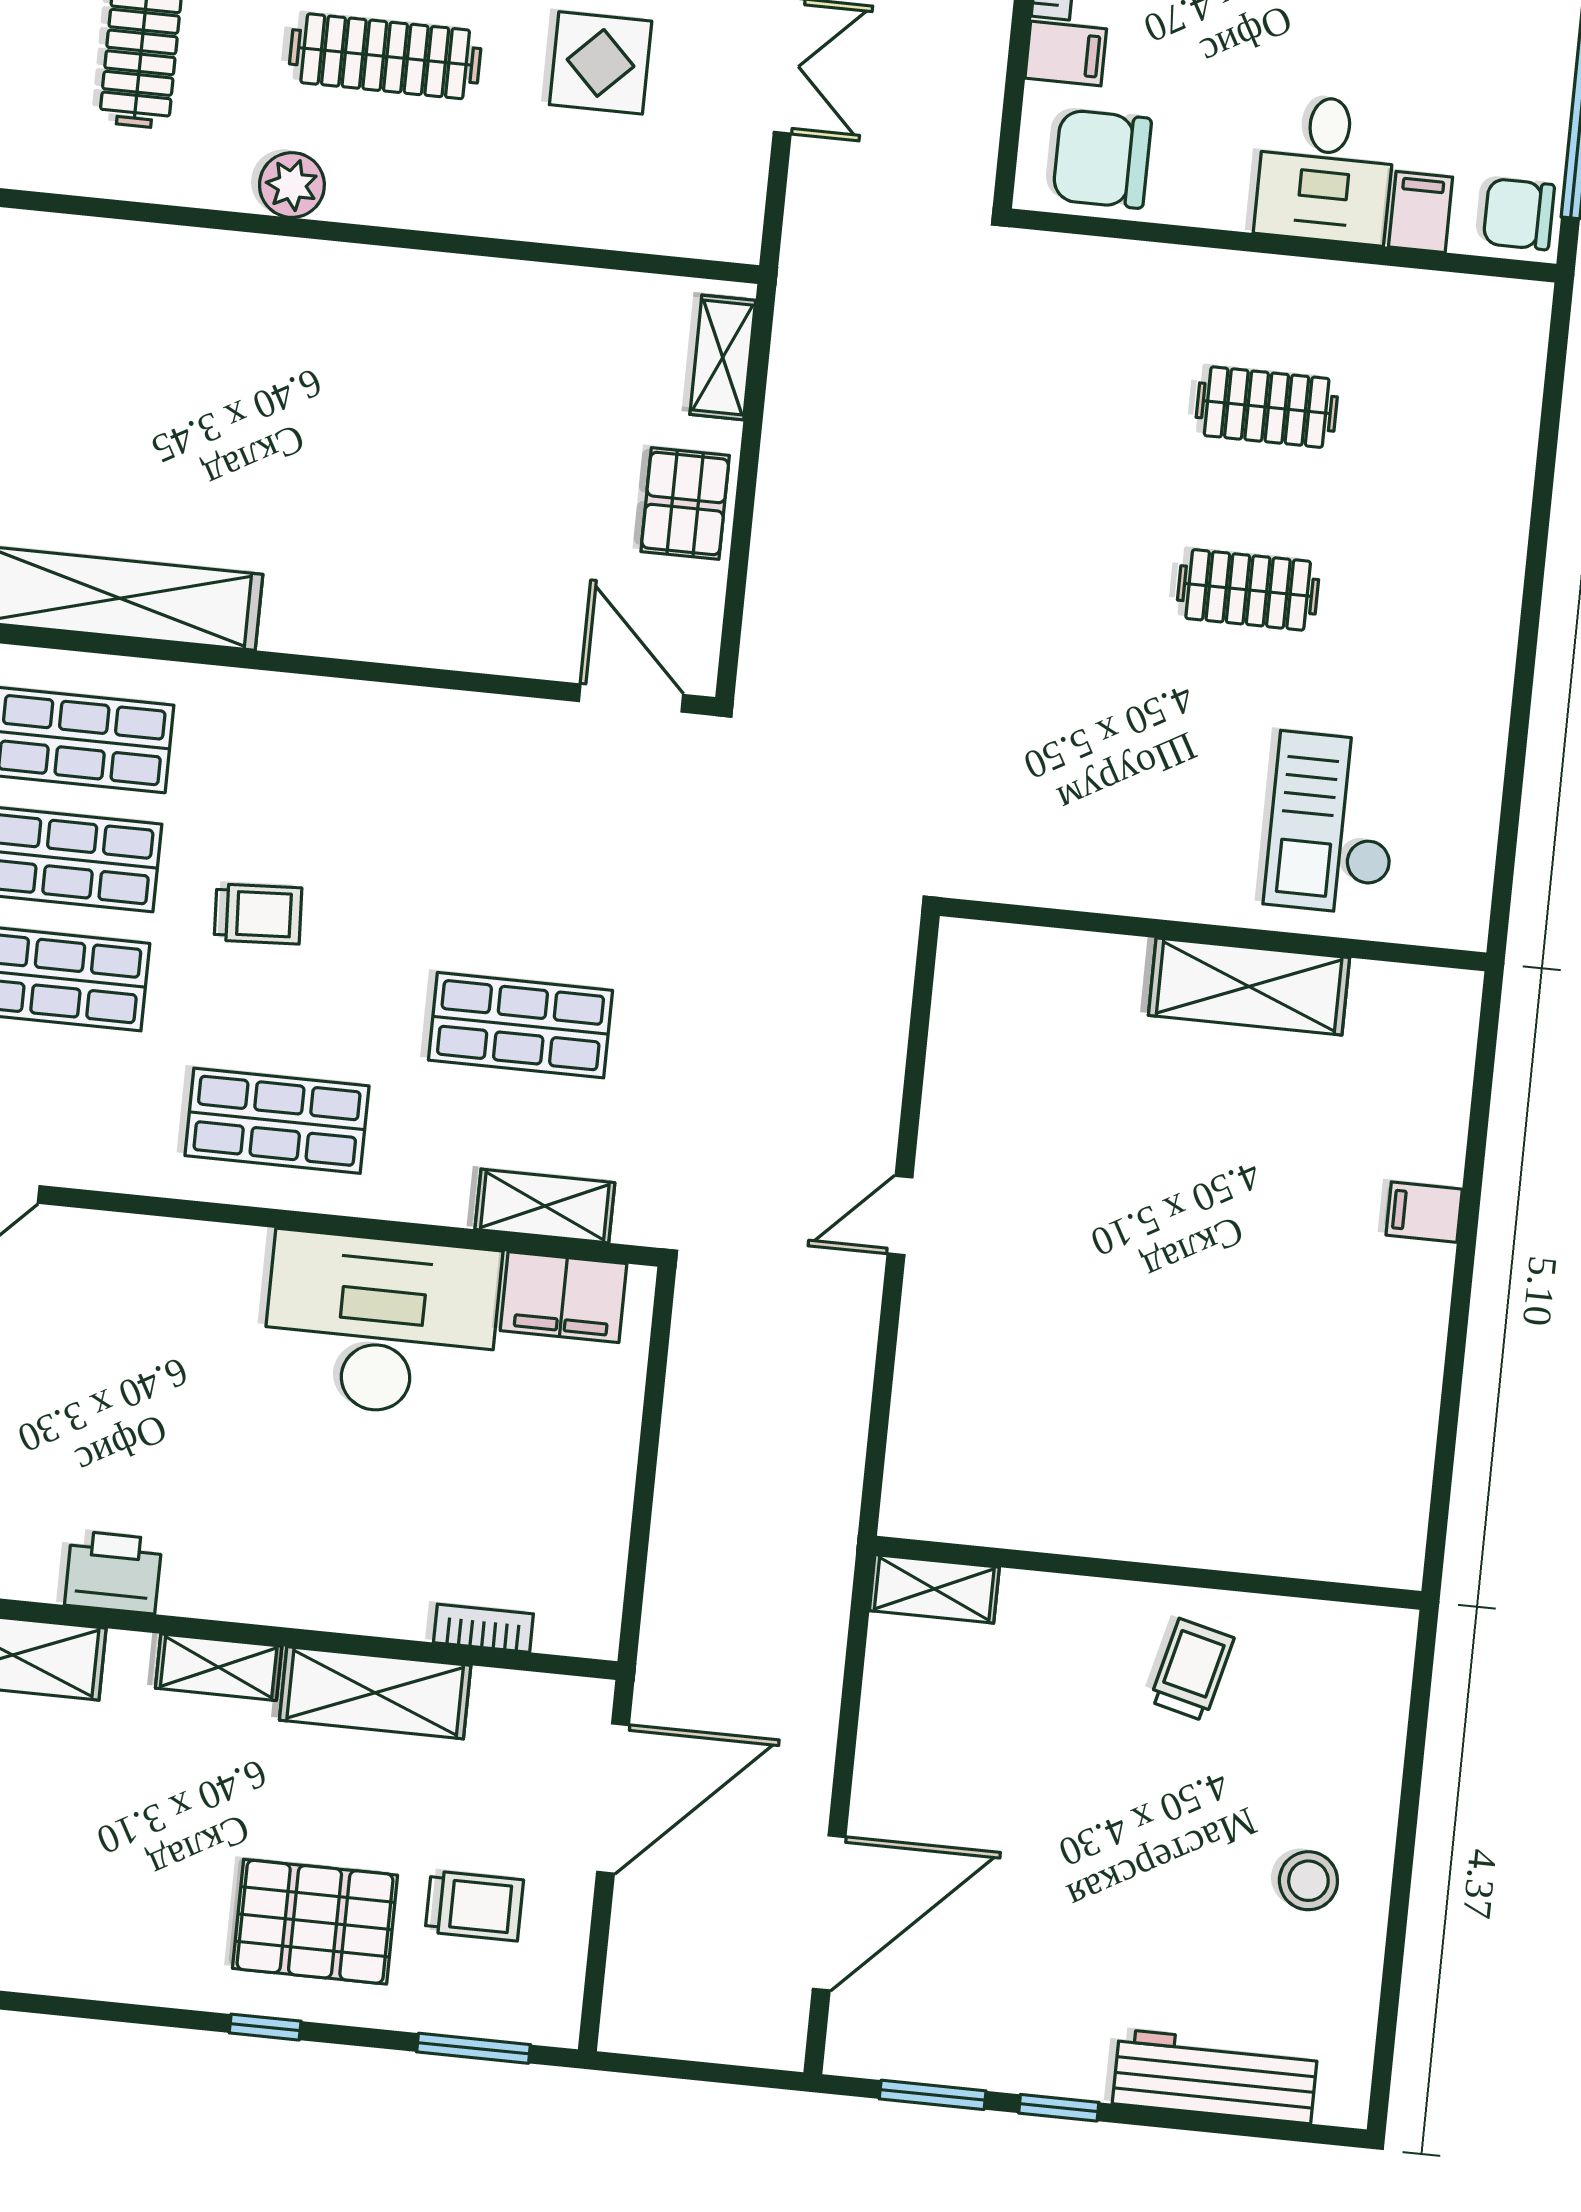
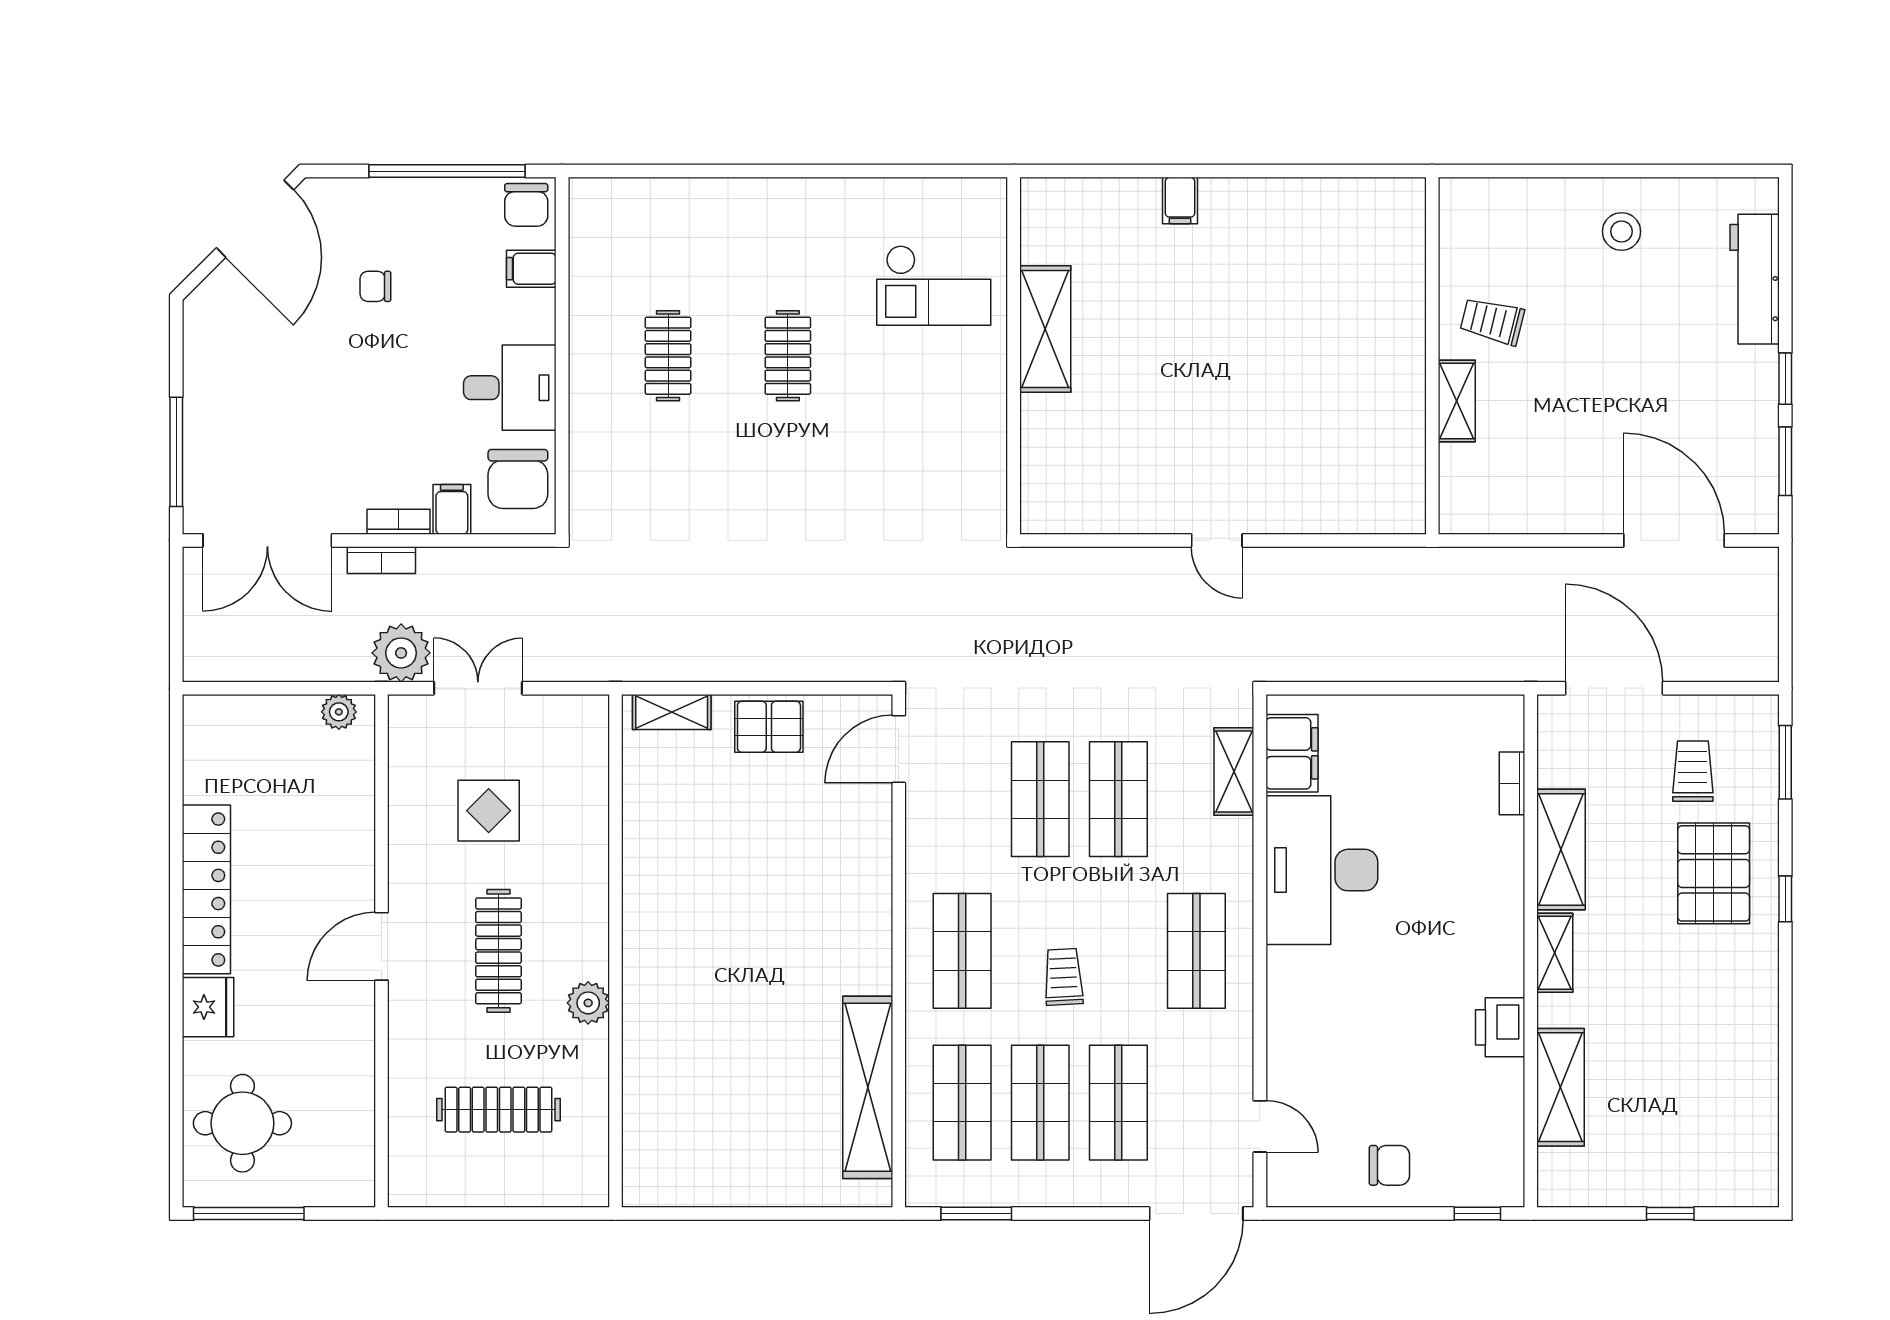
desk: (1325, 169) -> (510, 388), moved
shop shelf: (313, 764) -> (962, 951), added
shop shelf: (533, 906) -> (1040, 799), added
shelving: (934, 1589) -> (1457, 401), moved

